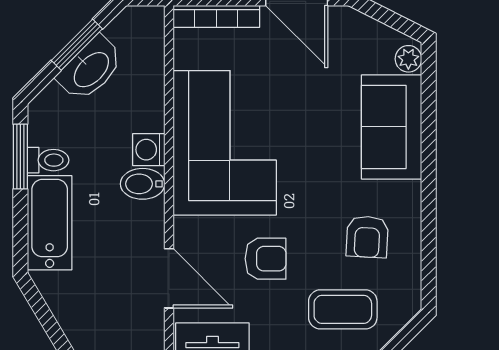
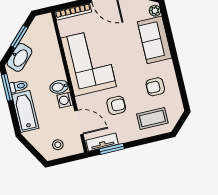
washbasin: (91, 69) -> (19, 57), moved
washing machine: (149, 150) -> (65, 100), moved
armchair: (367, 237) -> (155, 87), turned 87
stool: (107, 318) -> (58, 145), added

